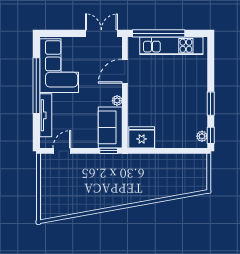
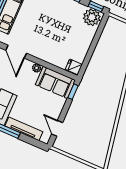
plant: (202, 136) -> (92, 17), width x1.88, depth x1.88
fridge: (142, 137) -> (74, 67), width x0.53, depth x0.75

